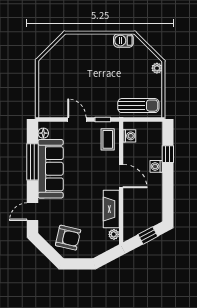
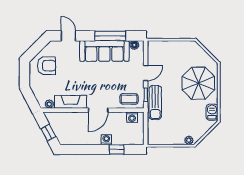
parasol: (89, 57) -> (198, 83), added
sun lounger: (138, 106) -> (155, 103), moved
armchair: (68, 238) -> (47, 66), turned -103

